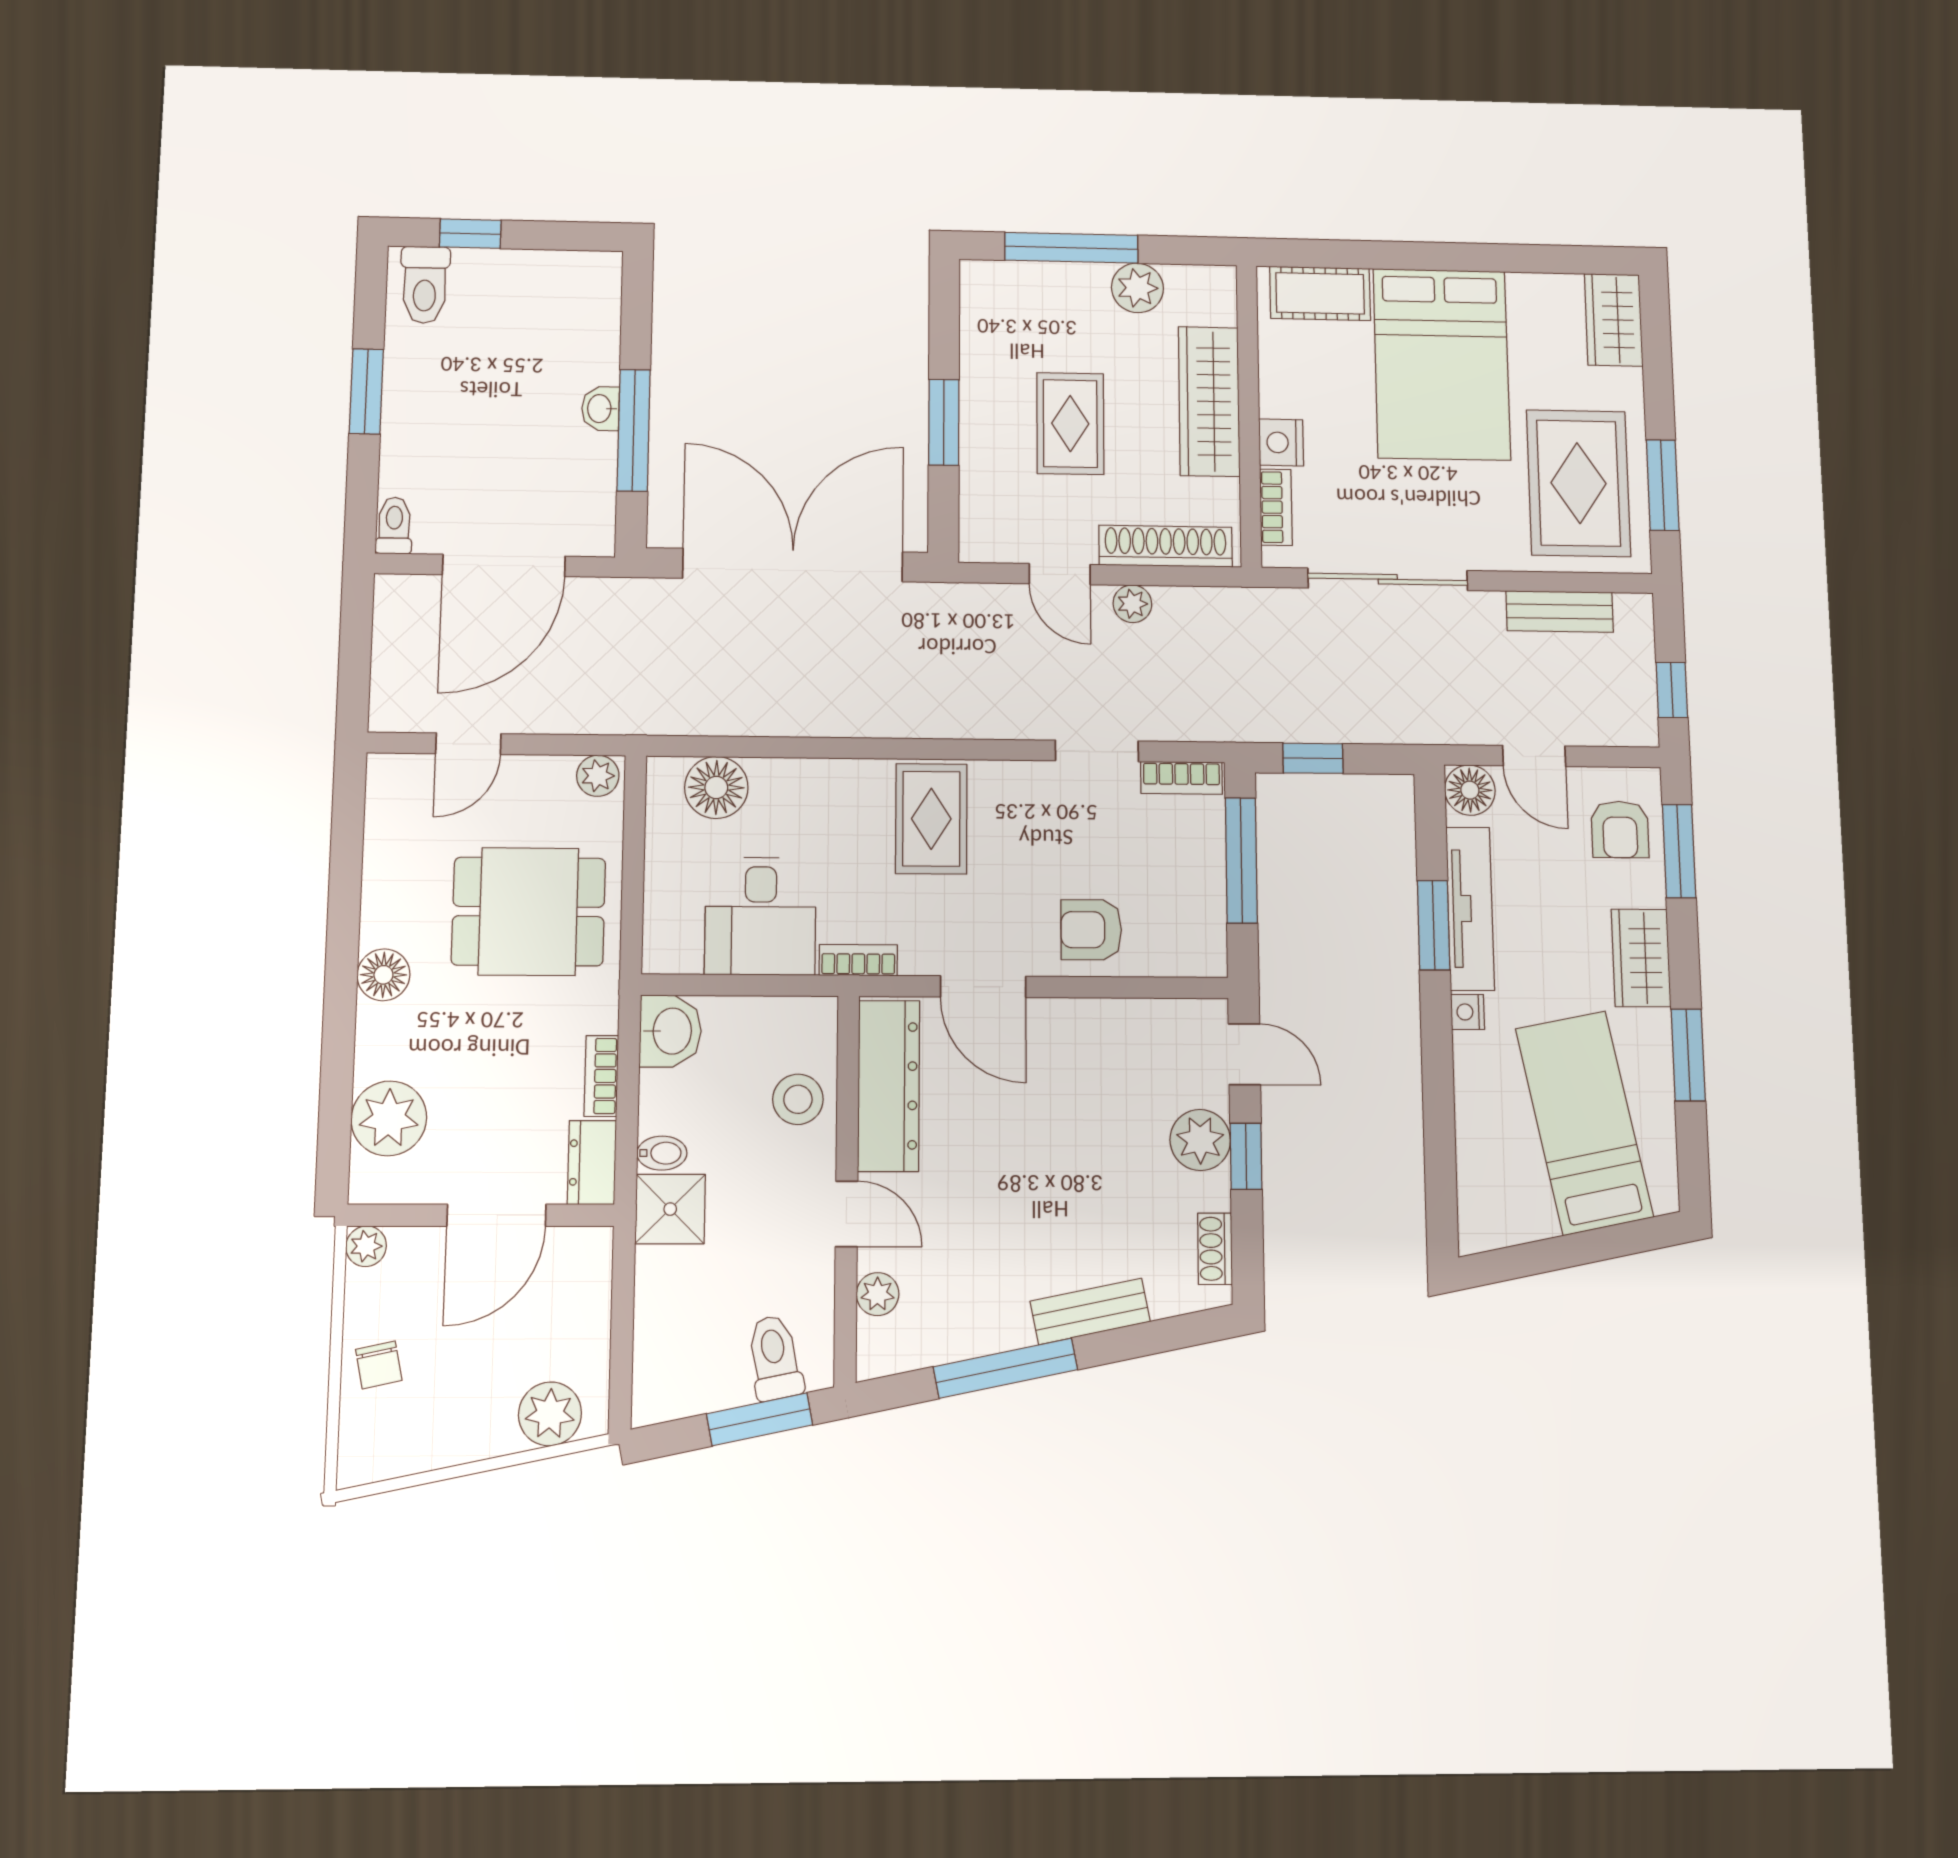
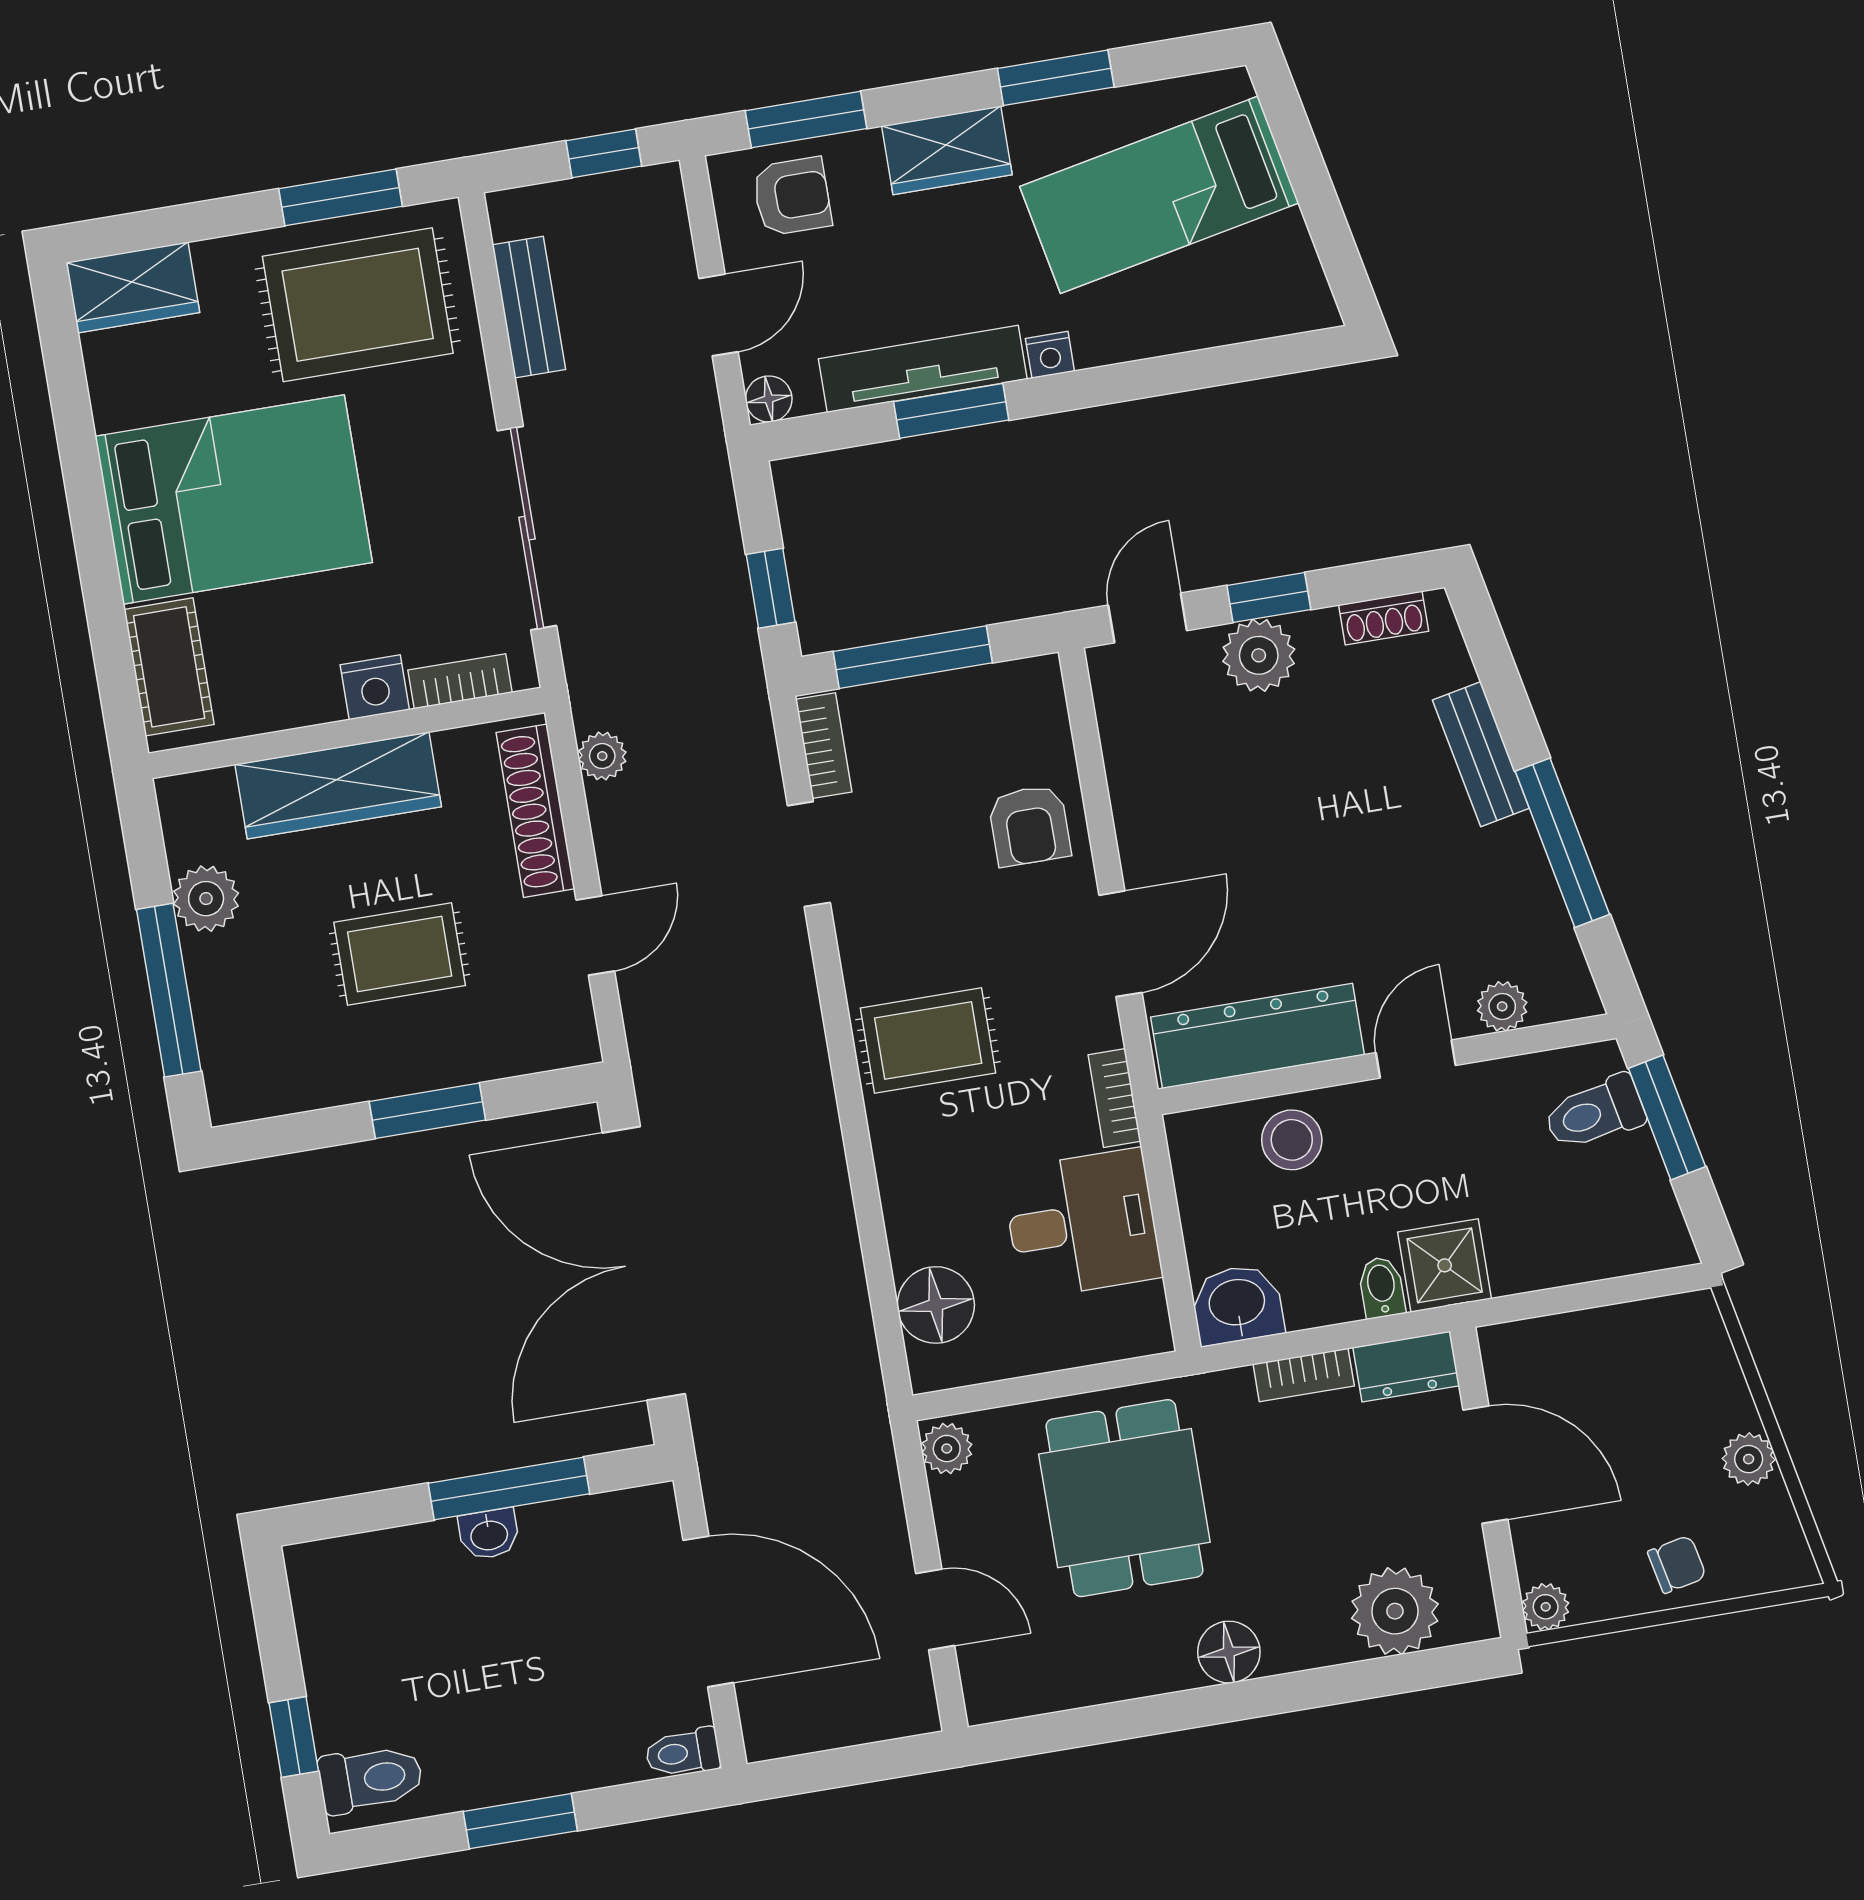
plant: (1132, 604) -> (602, 756), moved
floor lamp: (1470, 790) -> (769, 399), width x0.73, depth x0.73
plant: (550, 1414) -> (1749, 1459), moved, width x0.73, depth x0.73

